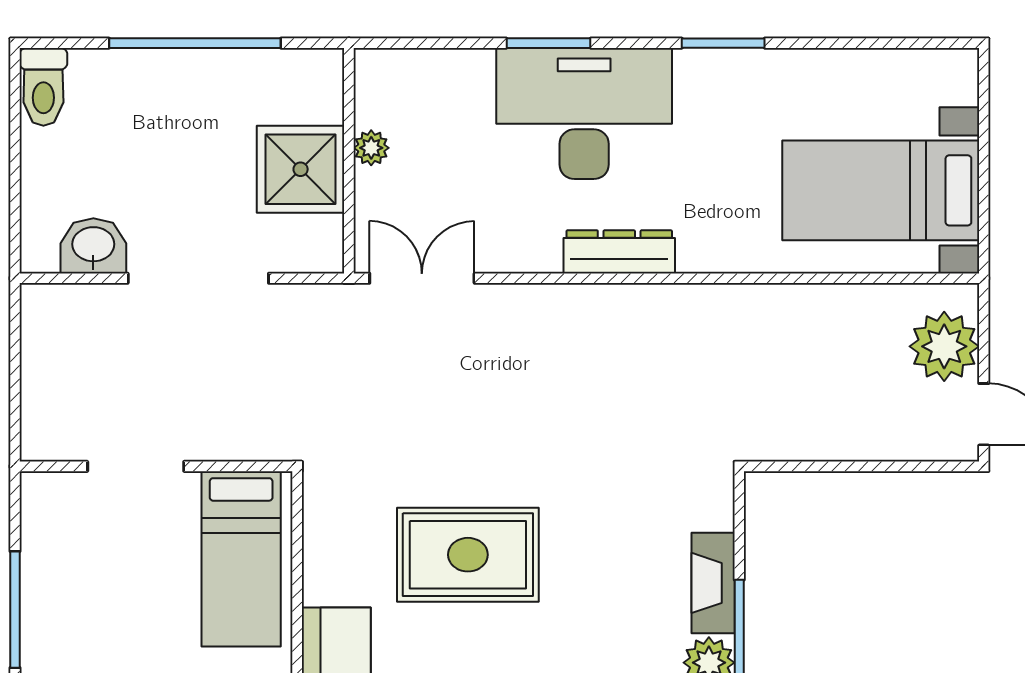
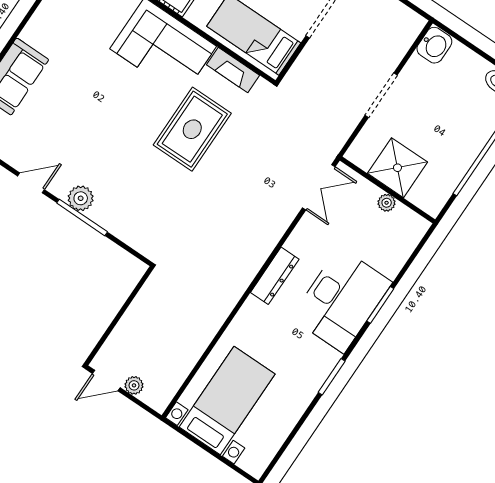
washbasin: (93, 246) -> (434, 45), moved
doorway: (198, 278) -> (381, 95), width x0.73
plant: (944, 346) -> (134, 385), width x0.53, depth x0.53
fireplace: (713, 583) -> (233, 70), moved, turned 180

